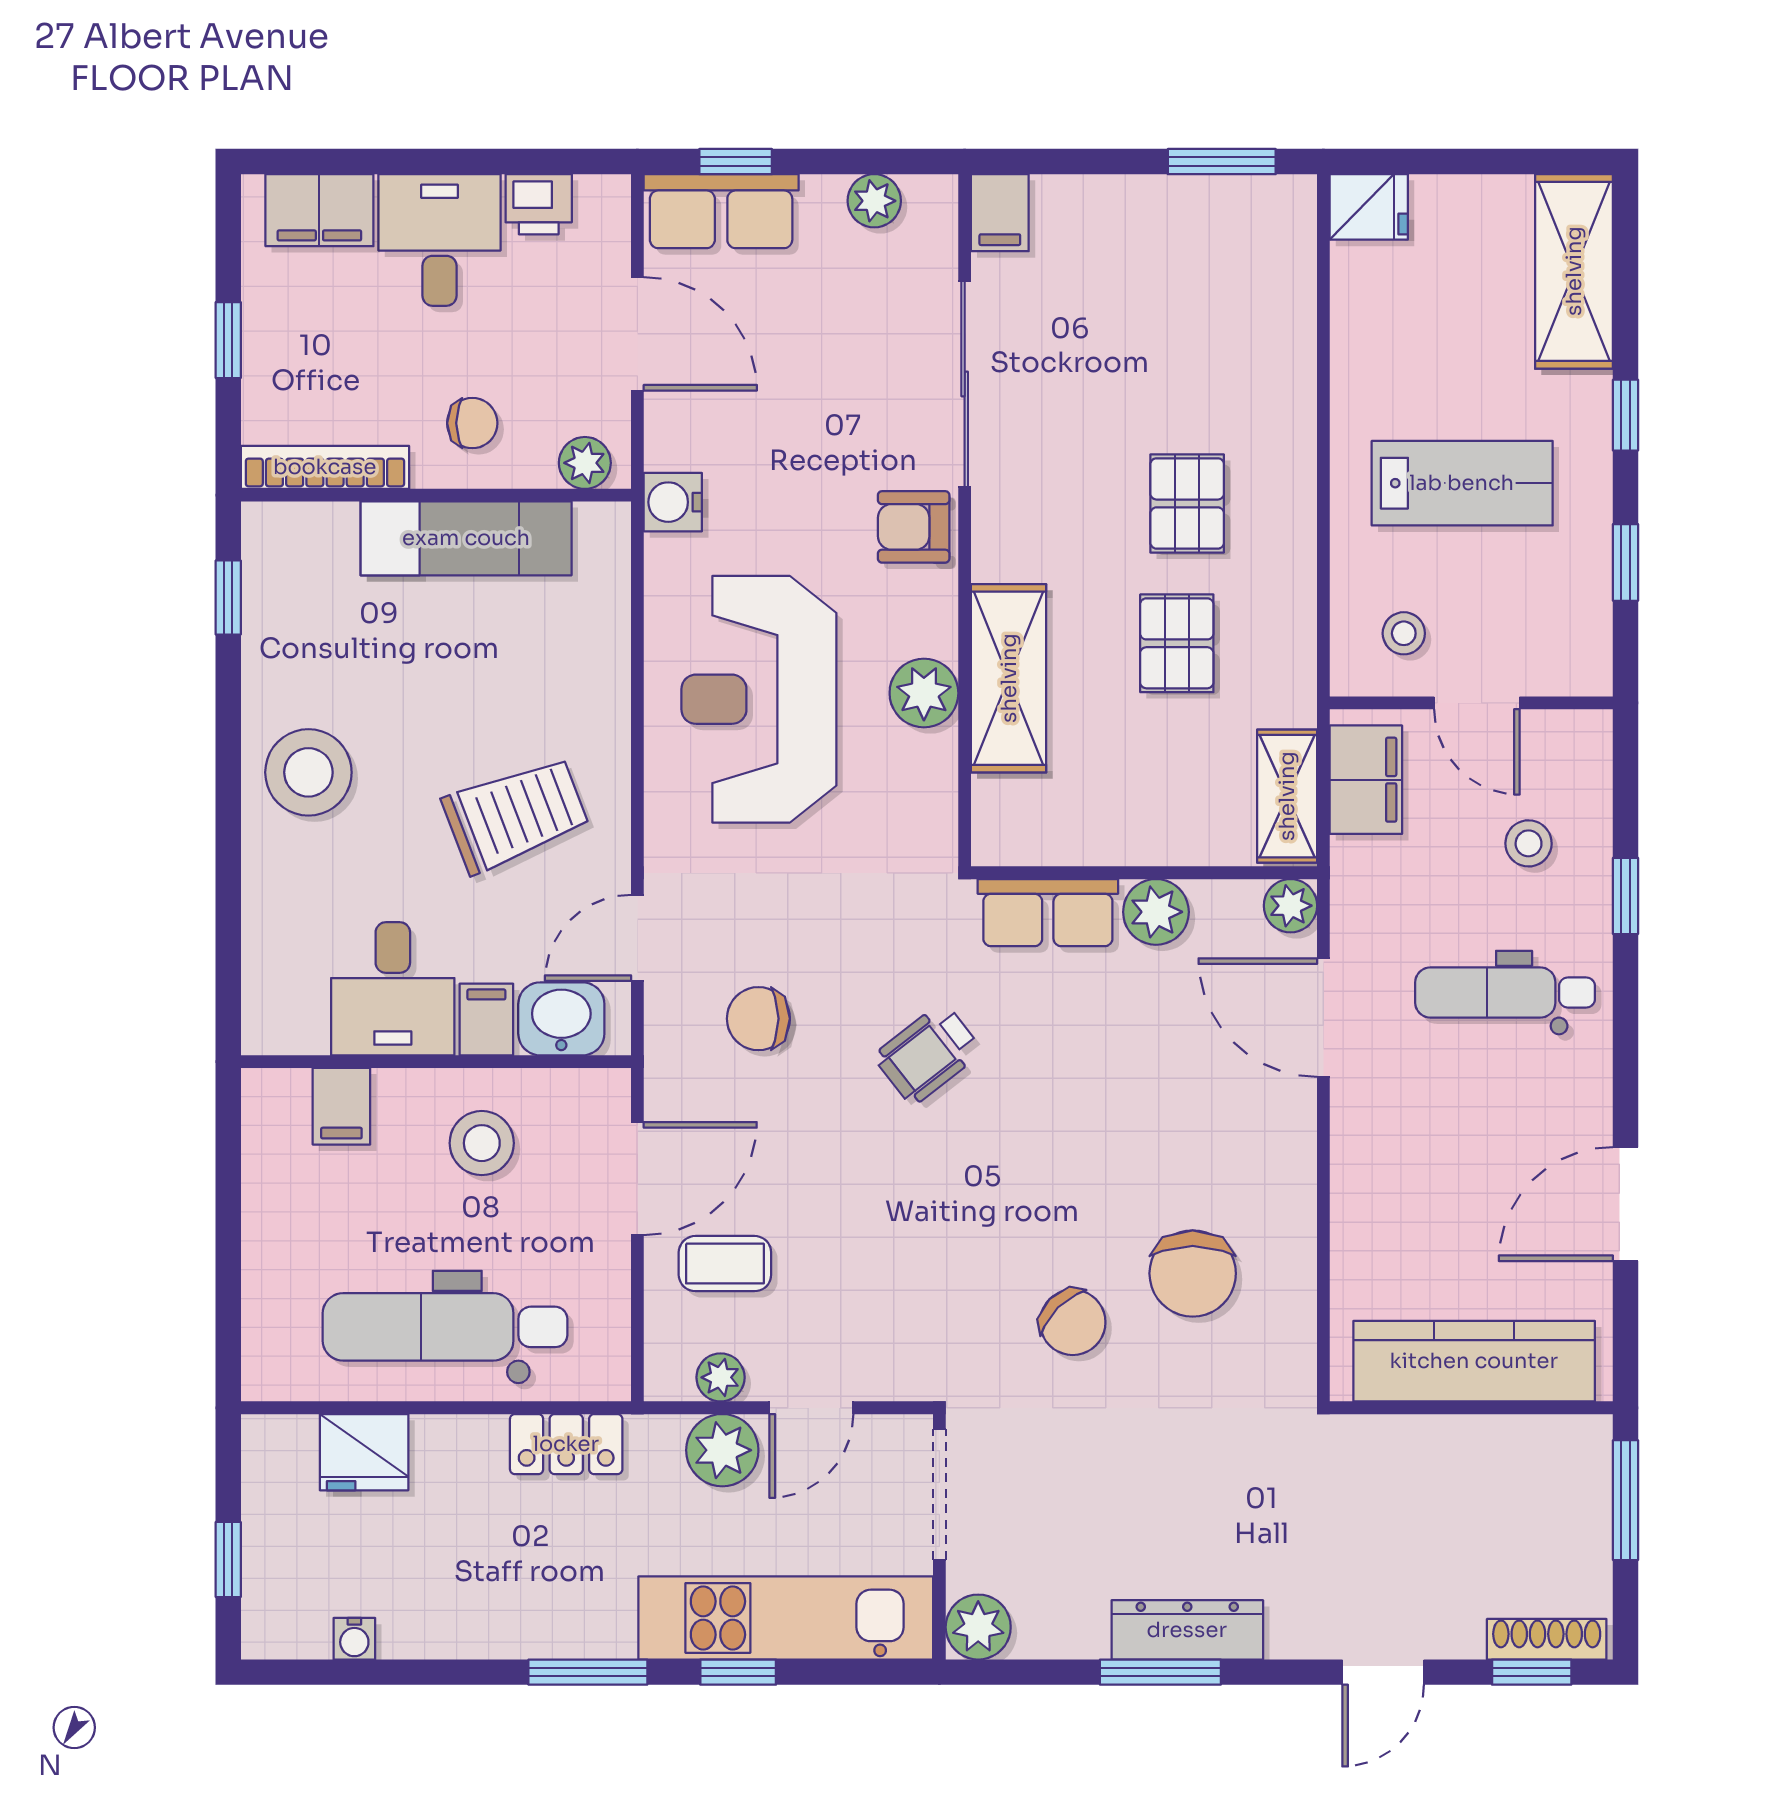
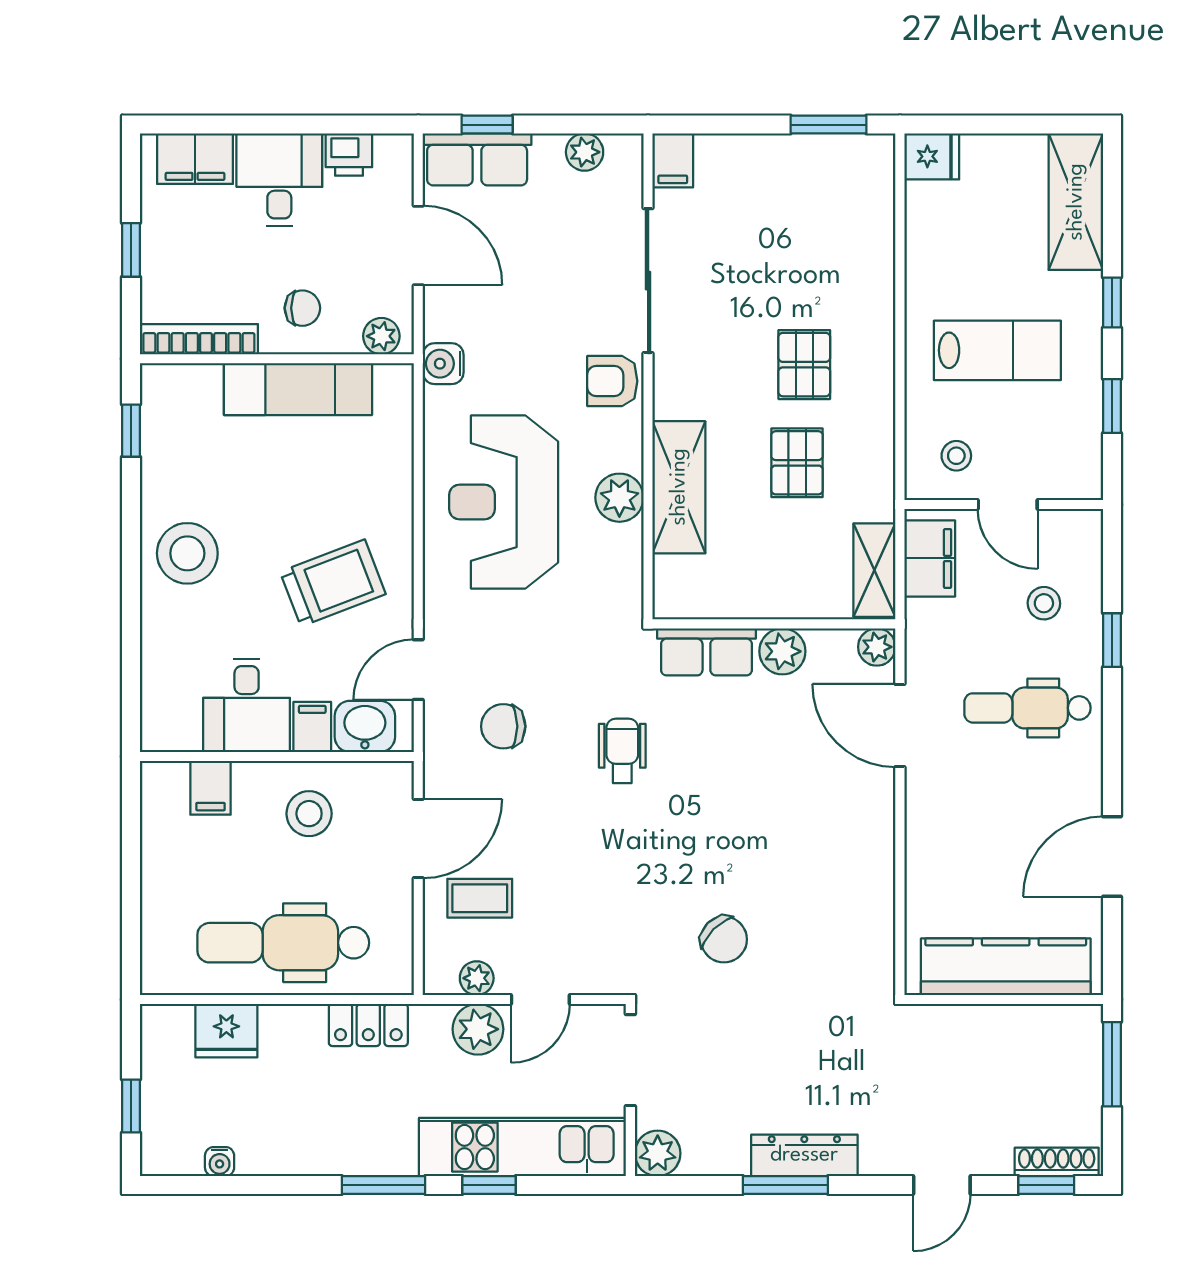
wheelchair: (928, 1054) -> (622, 751), turned 128
chair: (1193, 1273) -> (808, 905), removed

